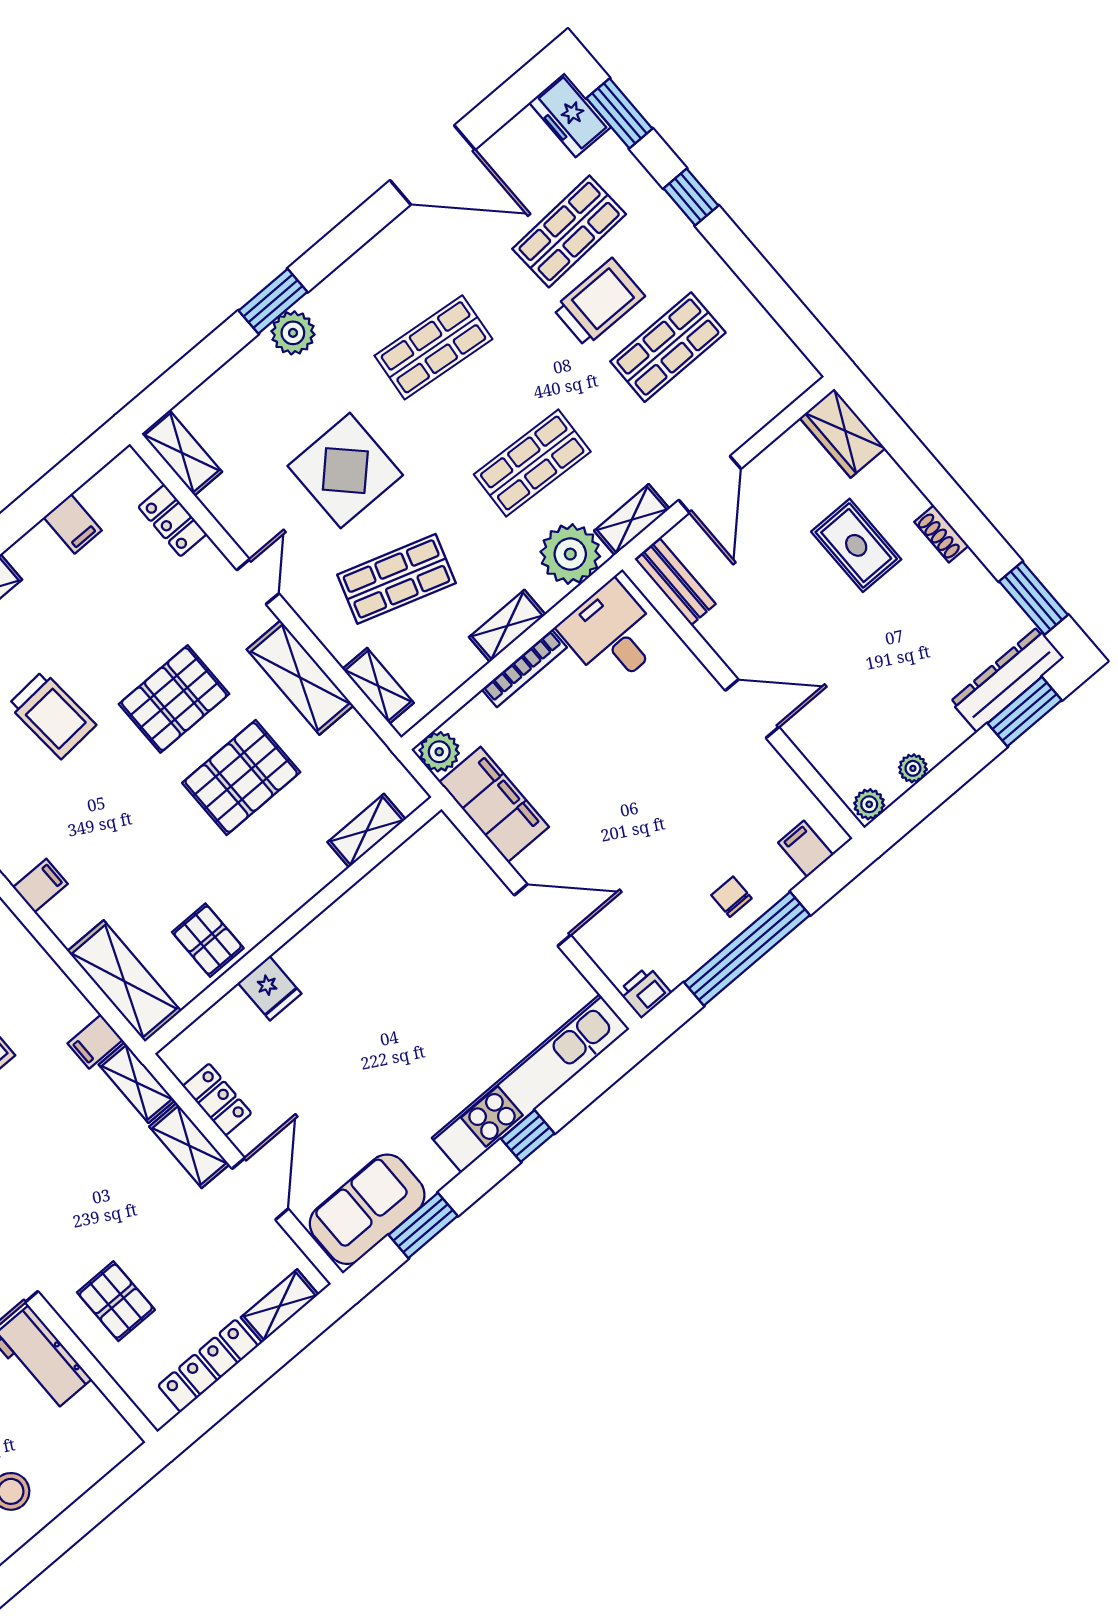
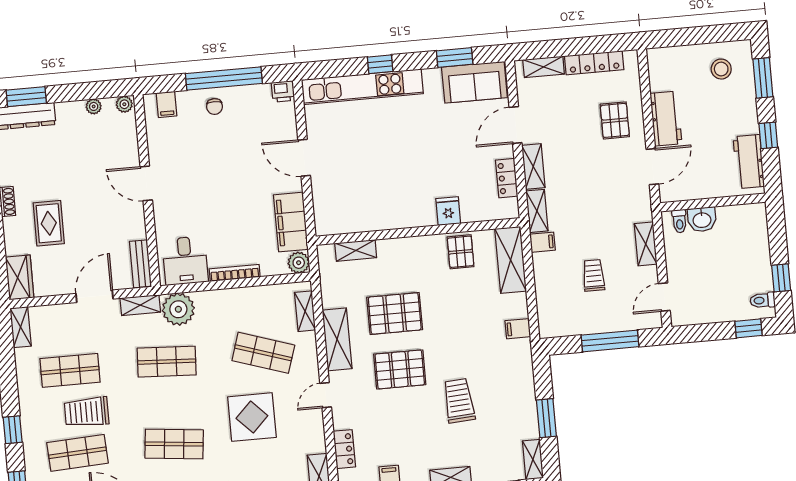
shelving: (507, 626) -> (21, 327), moved, turned 90

